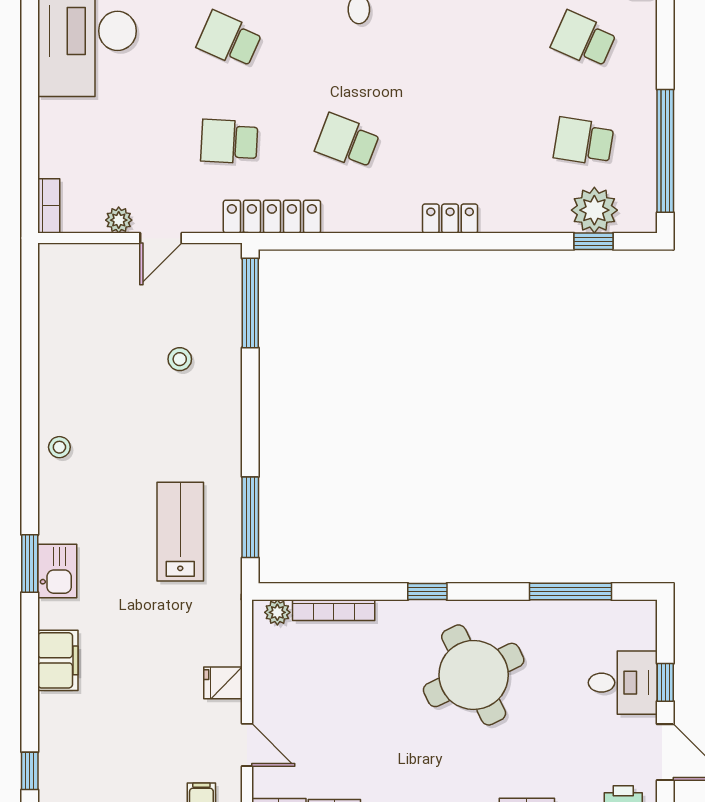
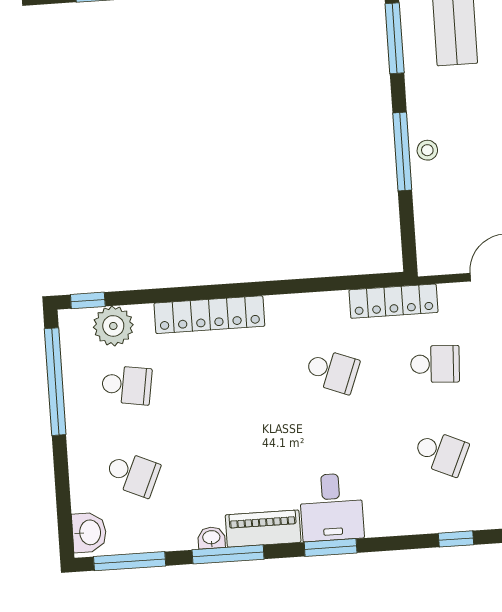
locker: (450, 219) -> (209, 315), width x2.16, depth x1.21
window: (593, 241) -> (88, 300), moved
window: (250, 303) -> (402, 151), moved
stool: (180, 359) -> (427, 150), moved

